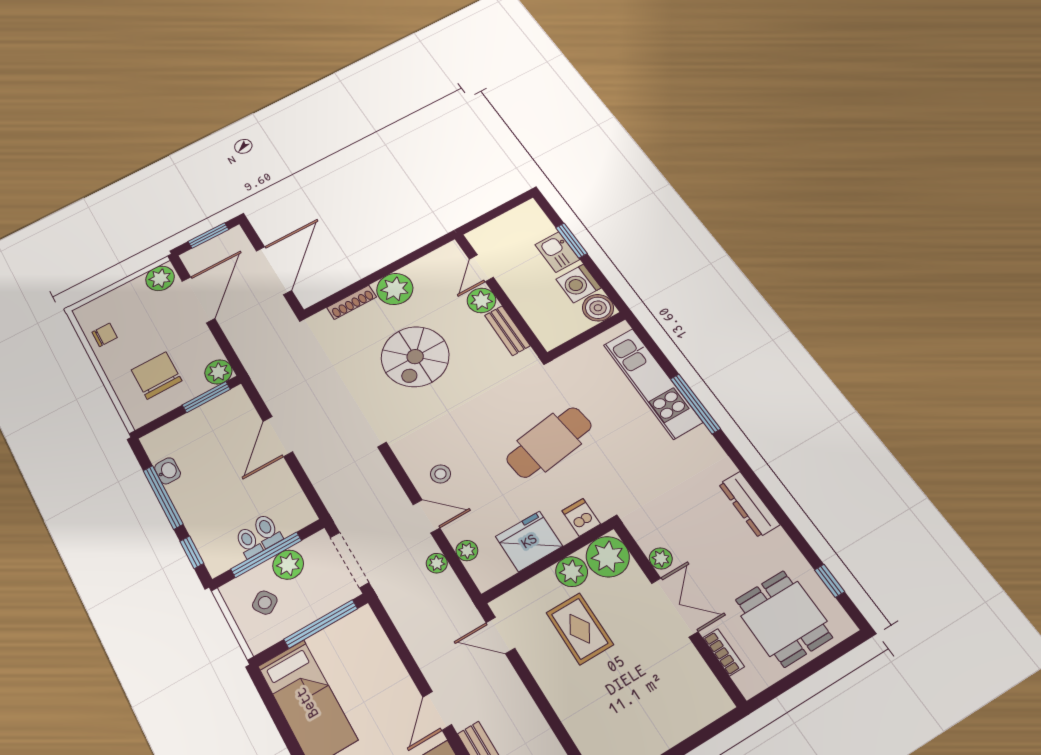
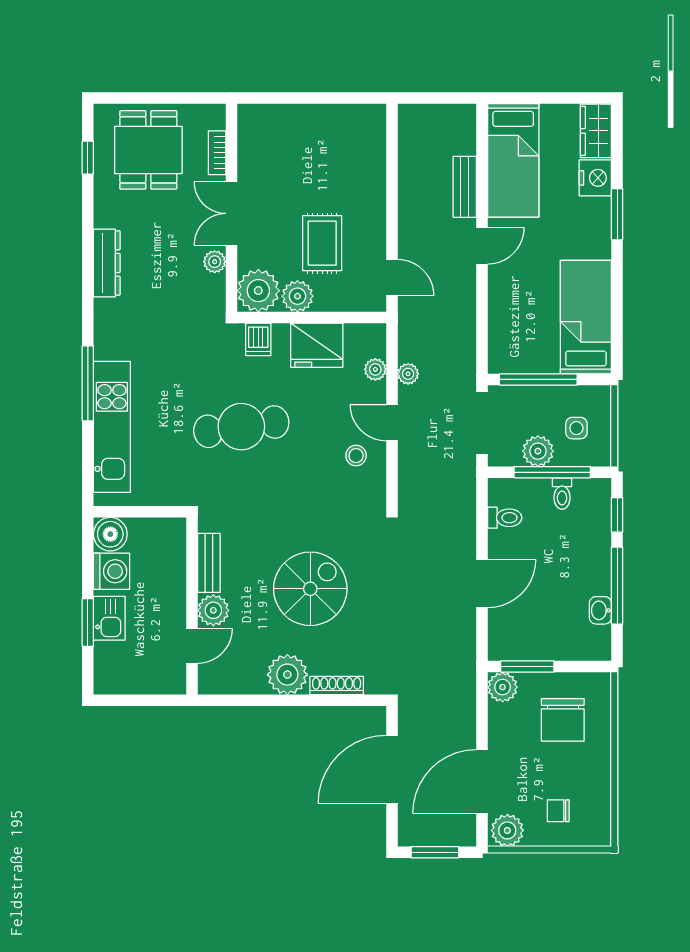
chair: (105, 335) -> (558, 811), moved
toilet: (267, 531) -> (505, 518), moved, turned -90
side table: (265, 603) -> (576, 428), turned 34

